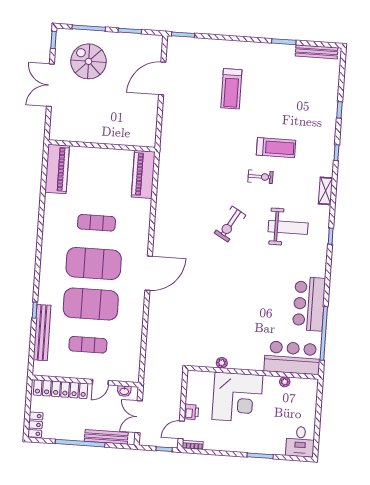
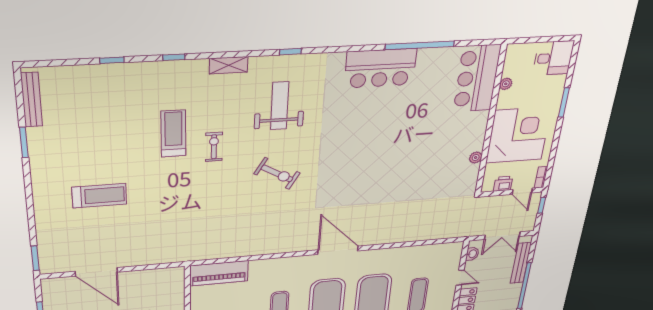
bar counter: (292, 358) -> (477, 78), moved
plant: (222, 363) -> (476, 158), moved
wall: (253, 372) -> (491, 121), moved
plant: (285, 382) -> (506, 84), moved
corner desk: (237, 397) -> (518, 135), moved

